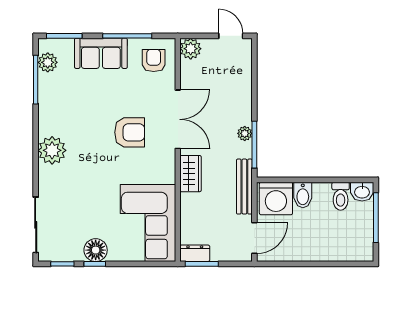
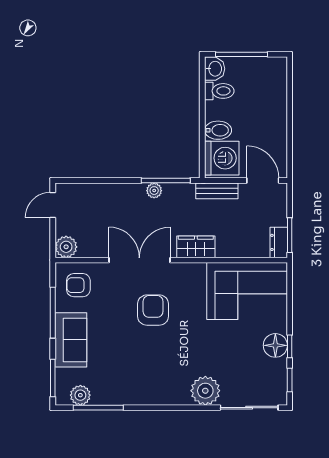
plant: (52, 150) -> (205, 391), moved
bench: (244, 187) -> (217, 191), width x0.73

